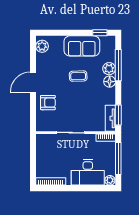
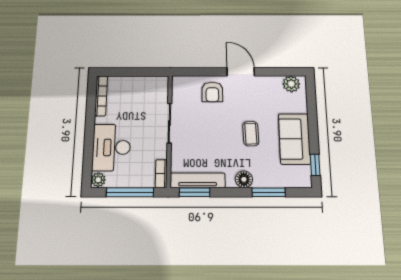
window: (118, 65) -> (269, 192), width x0.69
plant: (109, 69) -> (263, 179), removed
tv unit: (110, 118) -> (198, 180), width x1.41

